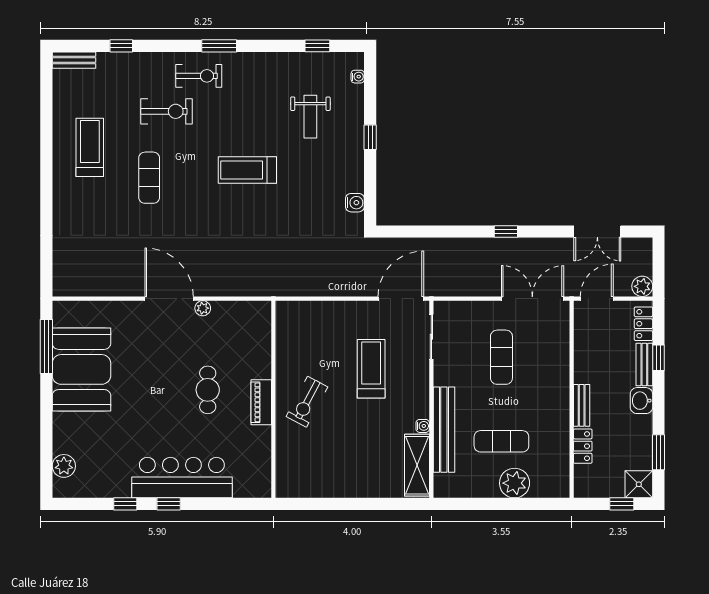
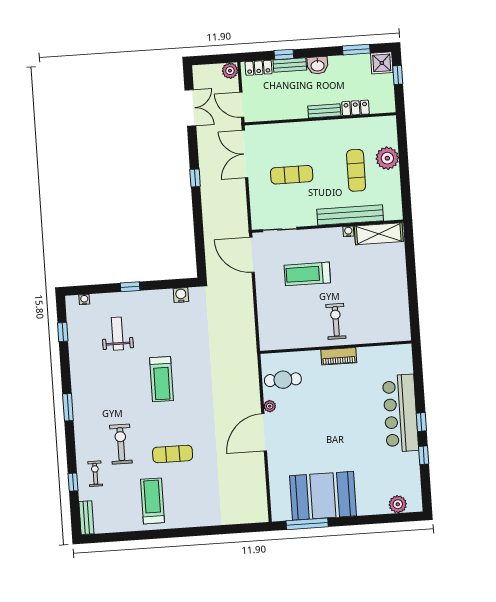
exercise bike: (199, 76) -> (95, 474), moved, width x0.73, depth x0.72
weight bench: (310, 117) -> (117, 334), turned -90
treadmill: (90, 147) -> (152, 501), turned 90
cafe table: (208, 390) -> (283, 380), moved
exercise bike: (307, 402) -> (336, 321), turned -118

